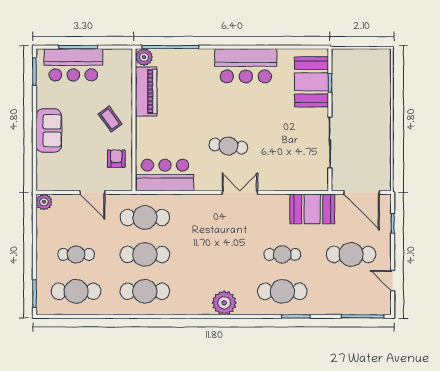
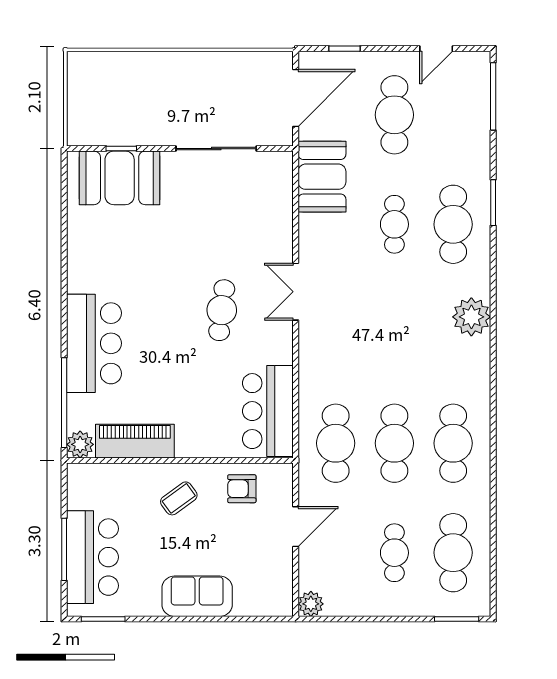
bar counter: (246, 66) -> (94, 343), moved

